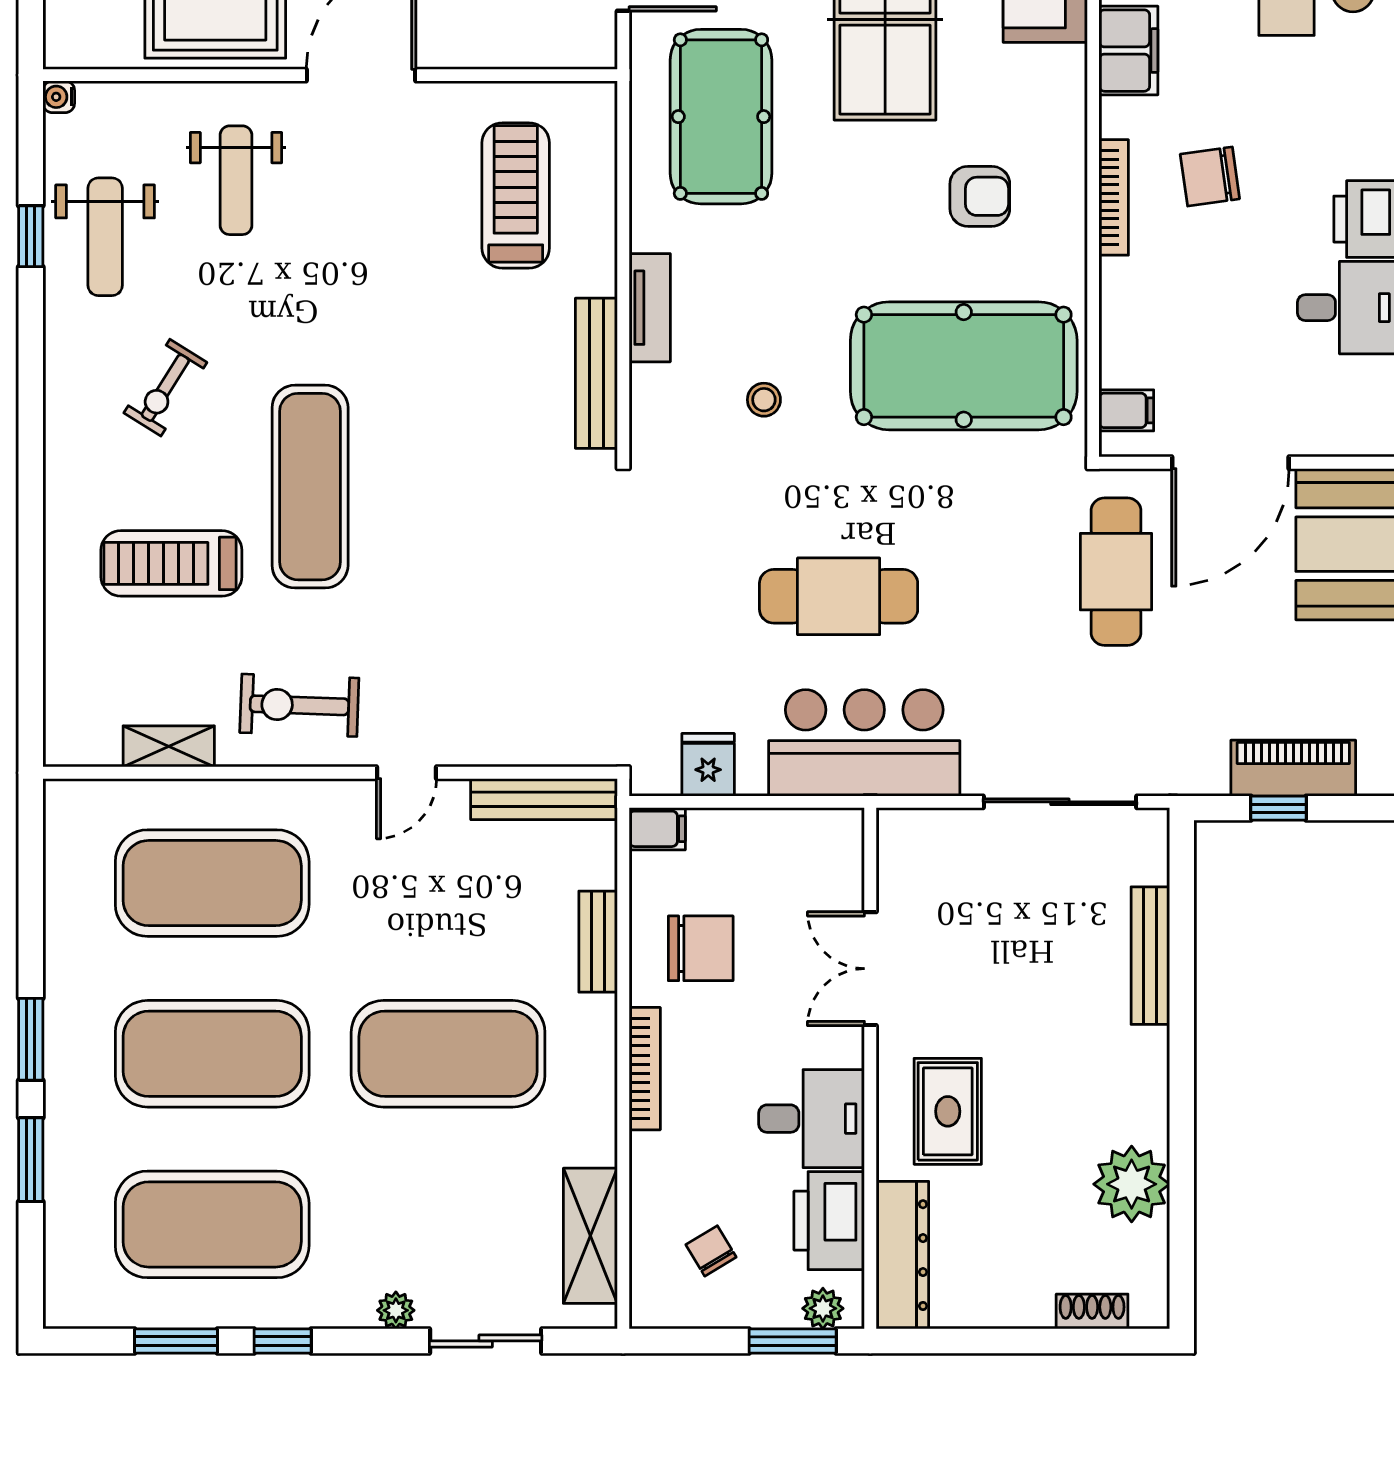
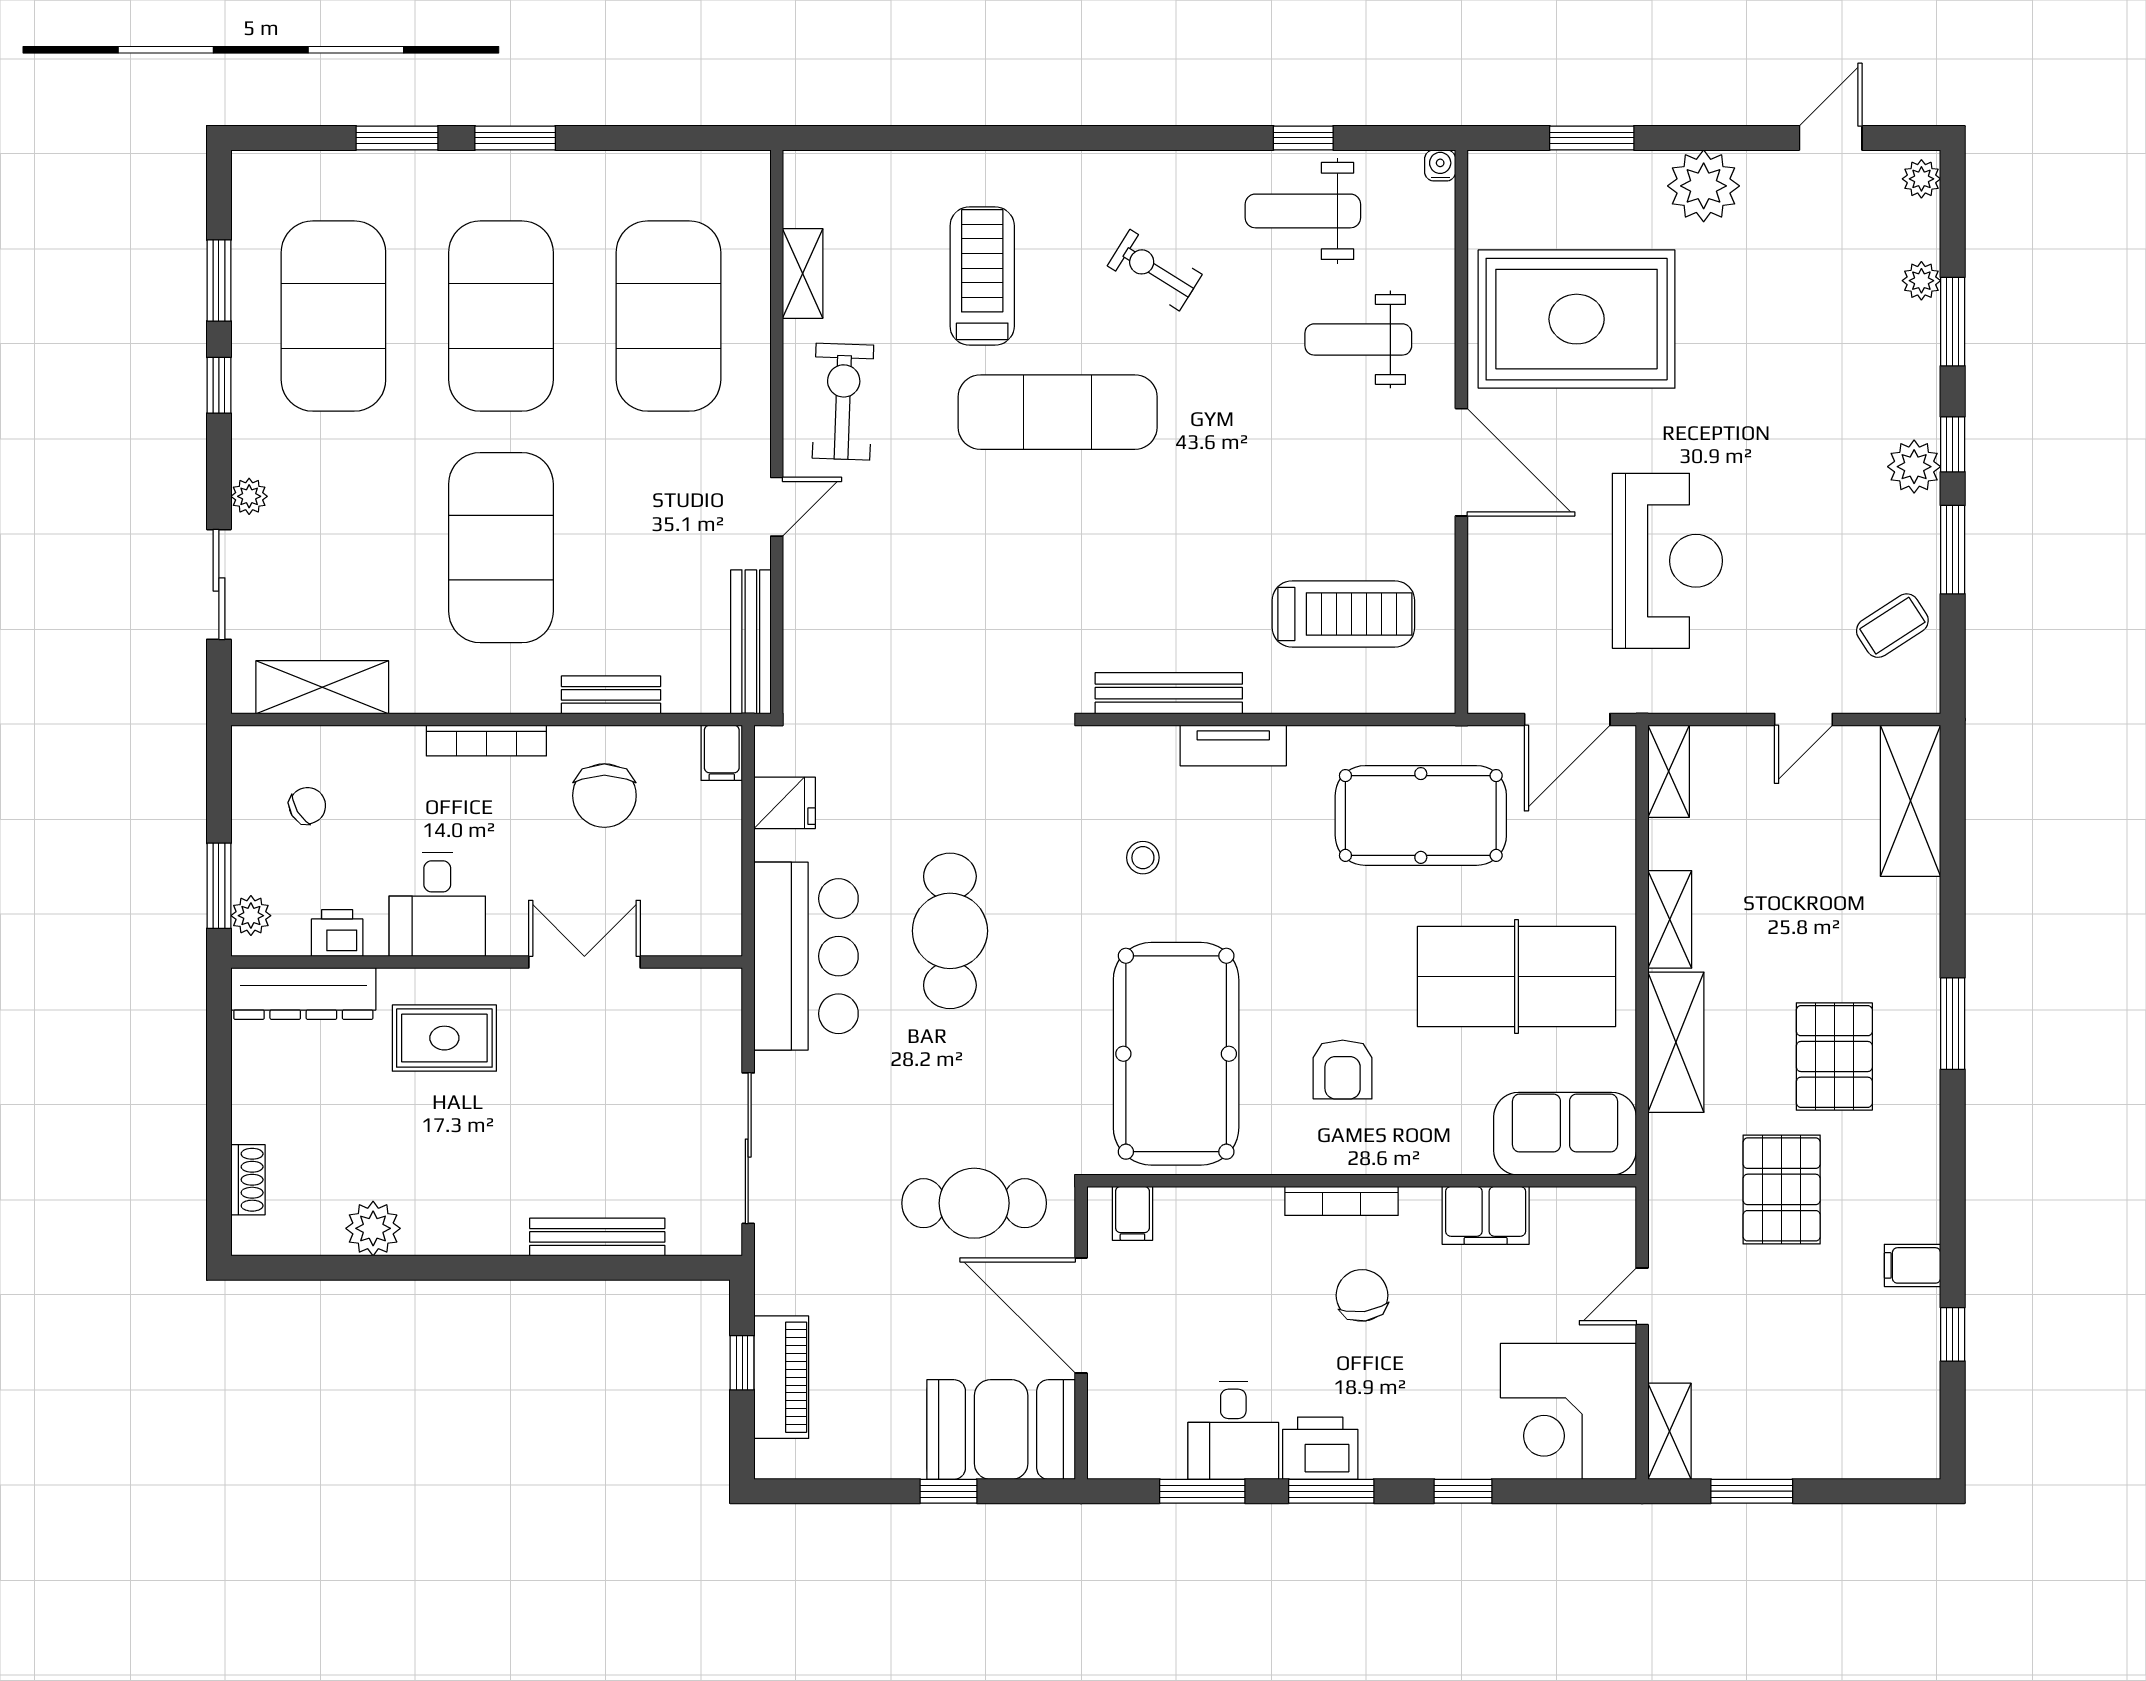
door: (406, 773) -> (777, 507), swing flipped
plant: (1132, 1184) -> (373, 1228), width x0.73, depth x0.73
printer: (829, 1221) -> (337, 933), width x0.53, depth x0.68

